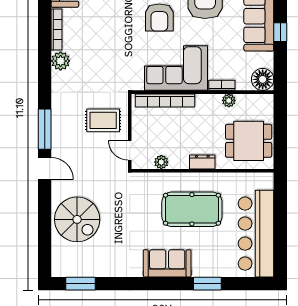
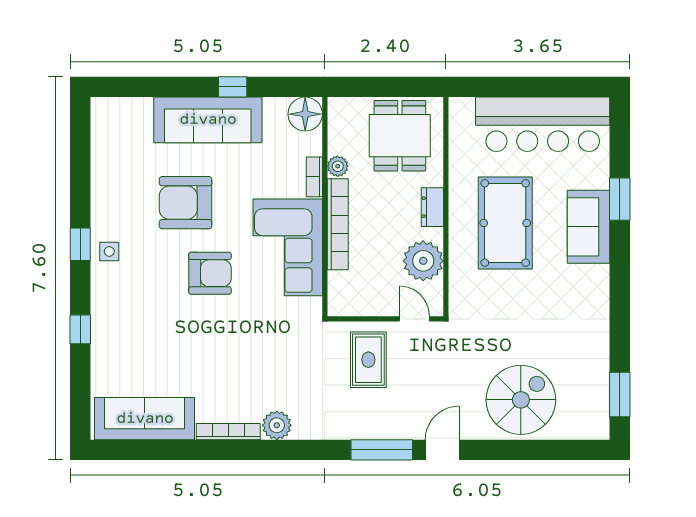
bookcase: (165, 101) -> (338, 224), moved
door: (130, 150) -> (414, 319), swing flipped
plant: (161, 162) -> (423, 261), width x1.87, depth x1.87
sofa: (167, 263) -> (589, 227), moved

